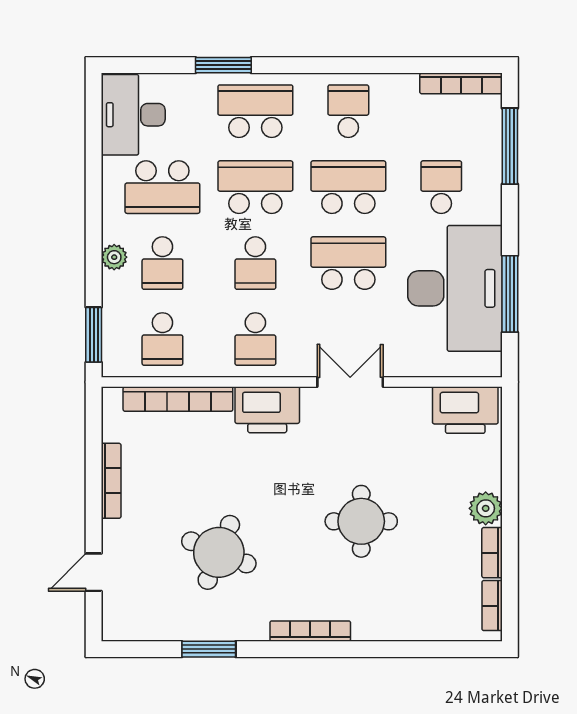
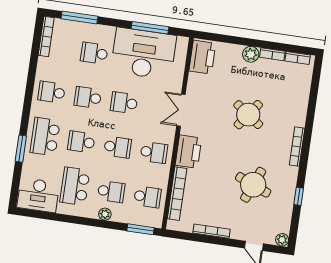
school desk: (162, 187) -> (75, 186), turned 180
school desk: (255, 187) -> (81, 142), width x0.54
school desk: (348, 187) -> (88, 97), width x0.54
school desk: (348, 263) -> (124, 103), width x0.54
round table: (361, 521) -> (248, 115), turned 36
plant: (115, 628) -> (282, 240), added
window: (209, 649) -> (299, 196), width x0.67

